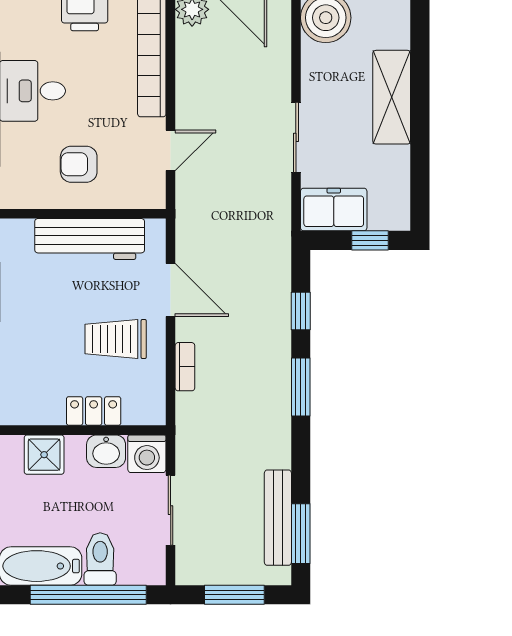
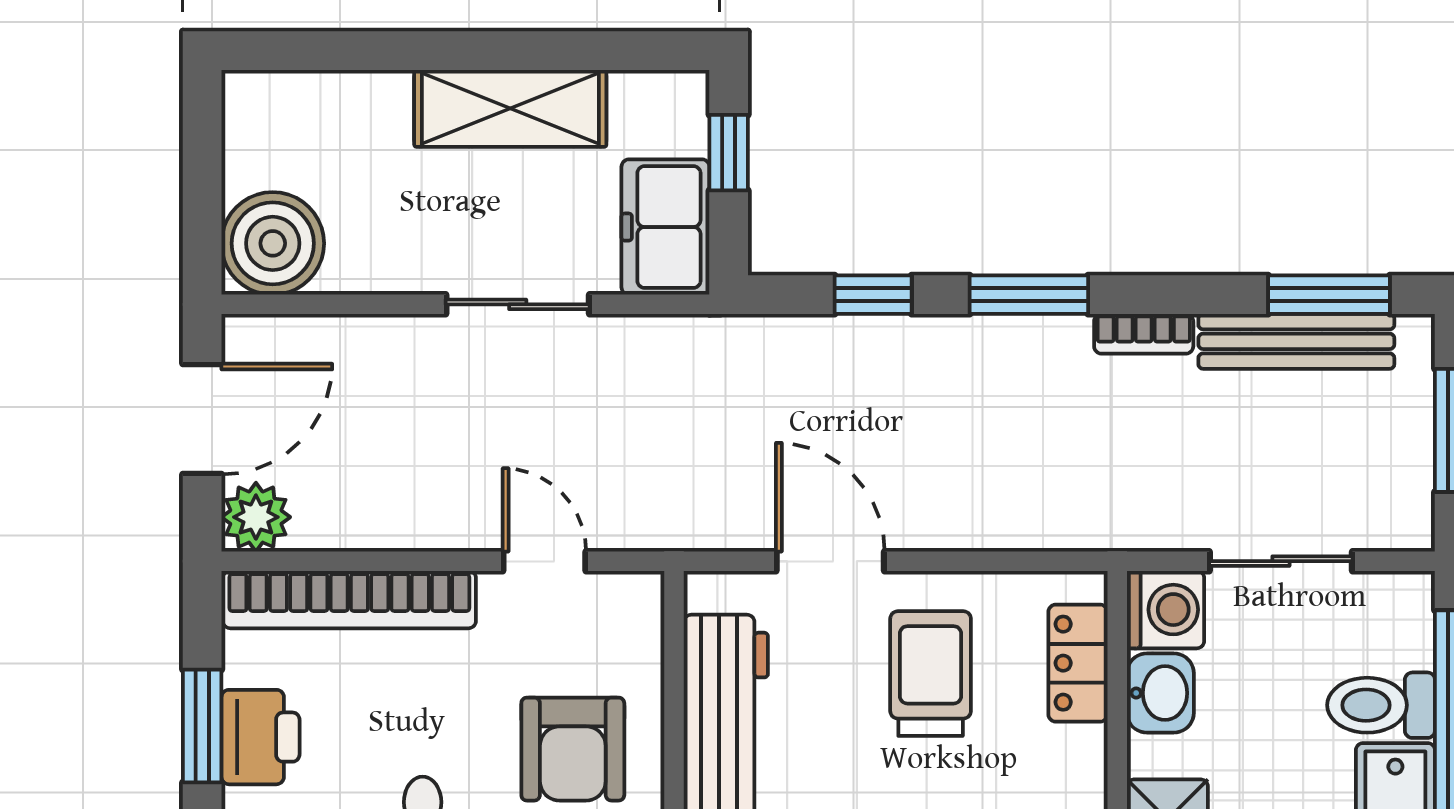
shelving: (392, 97) -> (510, 108), moved
armchair: (79, 164) -> (573, 749), width x1.38, depth x1.38
door: (171, 290) -> (830, 561), hinge flipped
trolley: (116, 339) -> (931, 674), turned 180
bookcase: (185, 367) -> (1144, 334), moved, turned 180
locker: (94, 411) -> (1078, 663), moved

